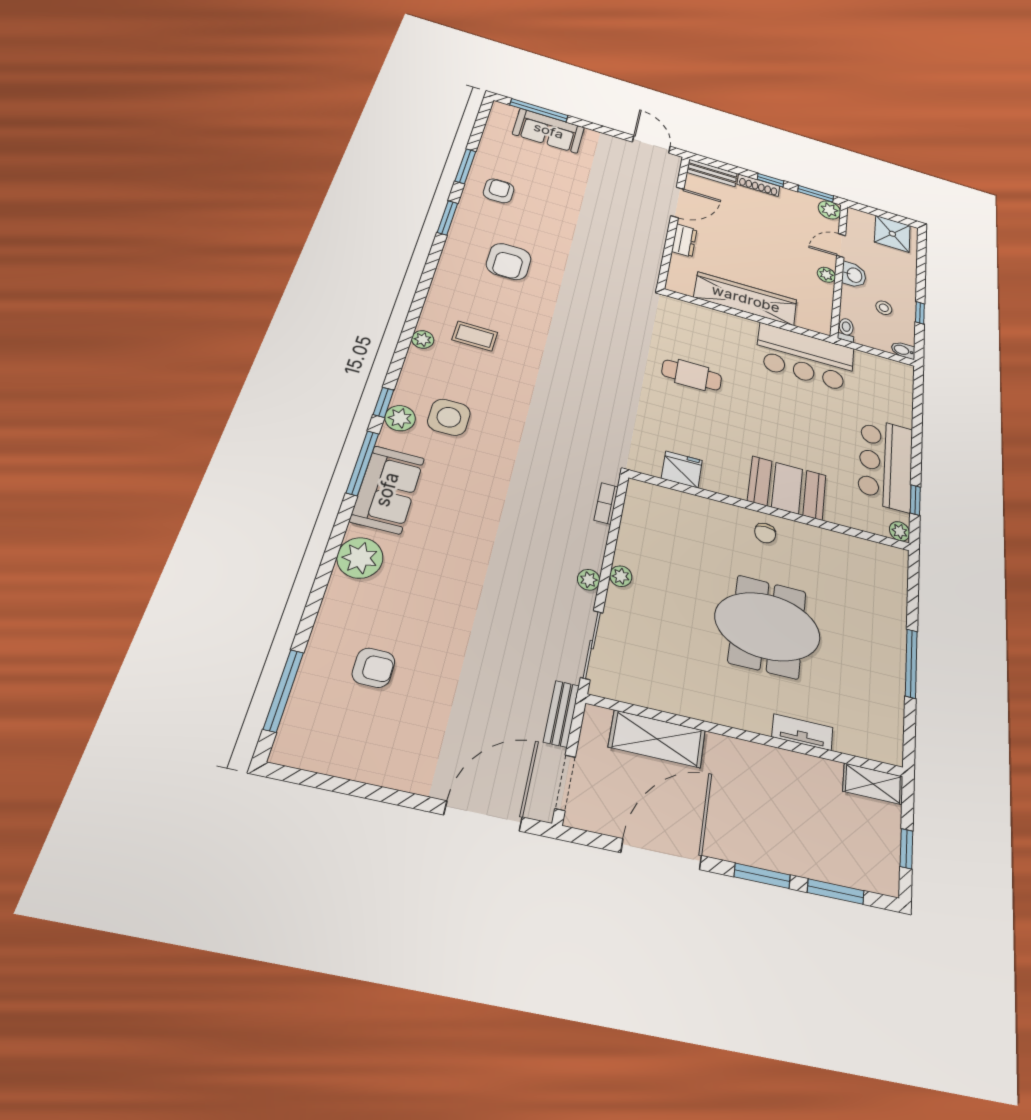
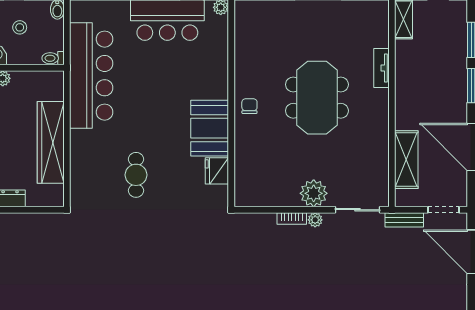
bar counter: (805, 357) -> (91, 76), width x1.36
booth: (787, 488) -> (210, 128), moved
bookcase: (606, 503) -> (292, 218), moved
chair: (765, 533) -> (249, 106), turned -90
plant: (621, 576) -> (314, 193), width x1.88, depth x1.88

